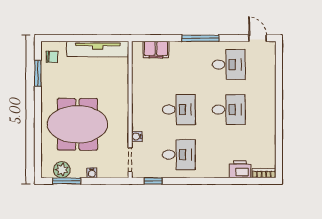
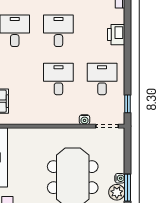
printer: (240, 169) -> (116, 35), moved
water cooler: (92, 173) -> (120, 178), moved

